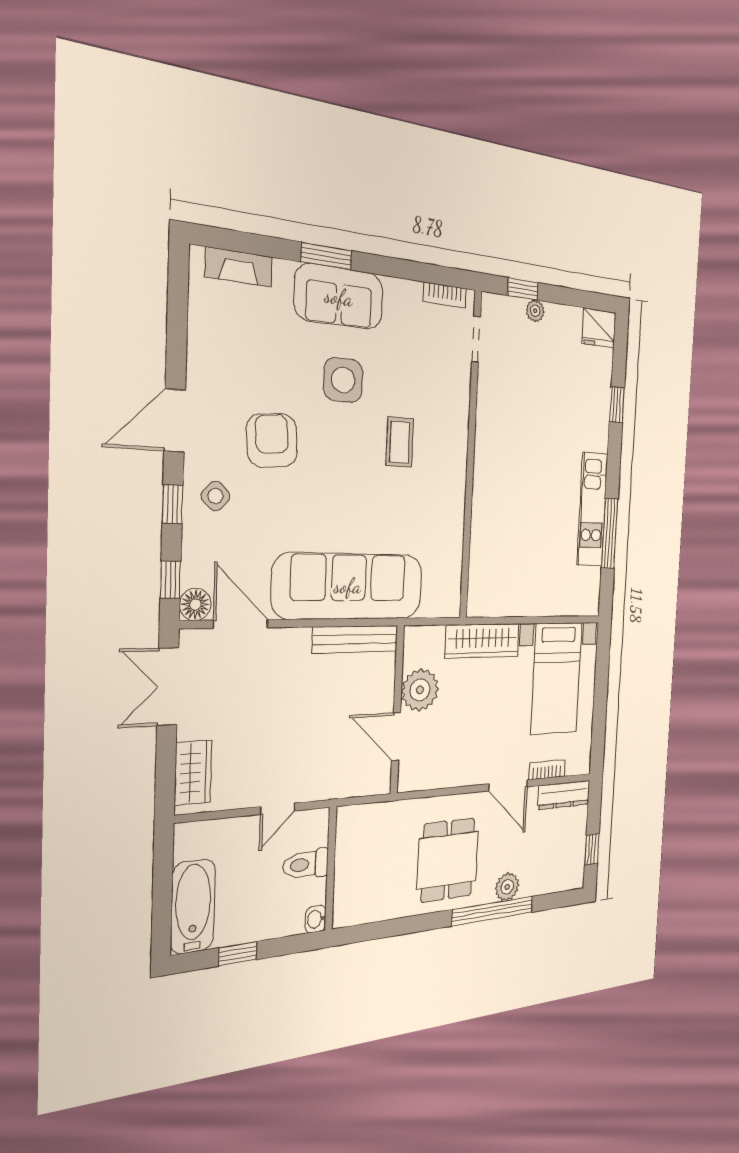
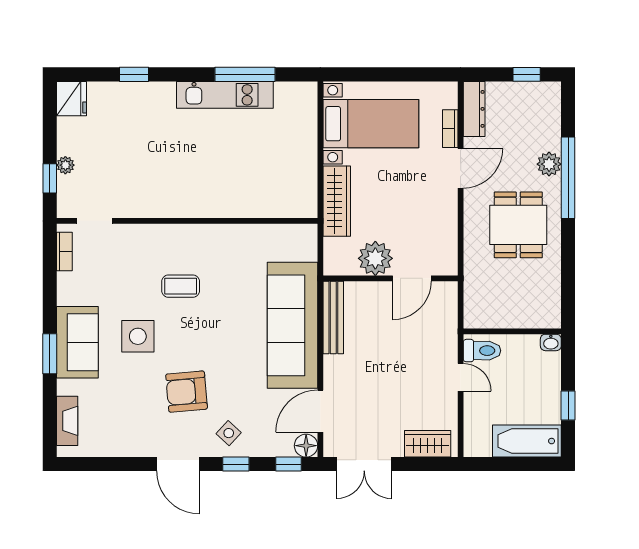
dining table: (448, 860) -> (518, 225), turned 90
toilet: (306, 864) -> (482, 351), moved, turned -90

